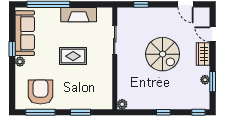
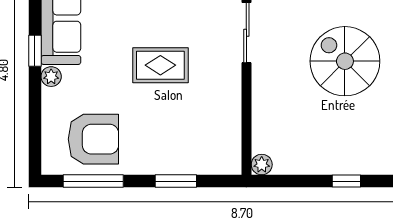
spiral stairs: (163, 54) -> (345, 61), turned 180
armchair: (41, 92) -> (93, 139), turned 90

